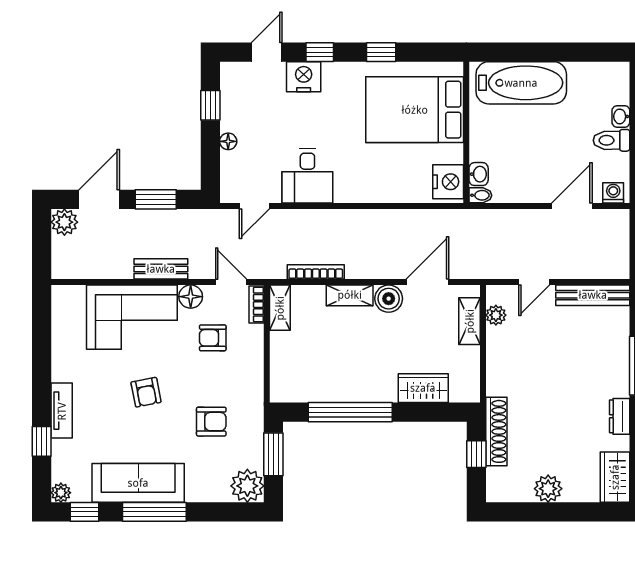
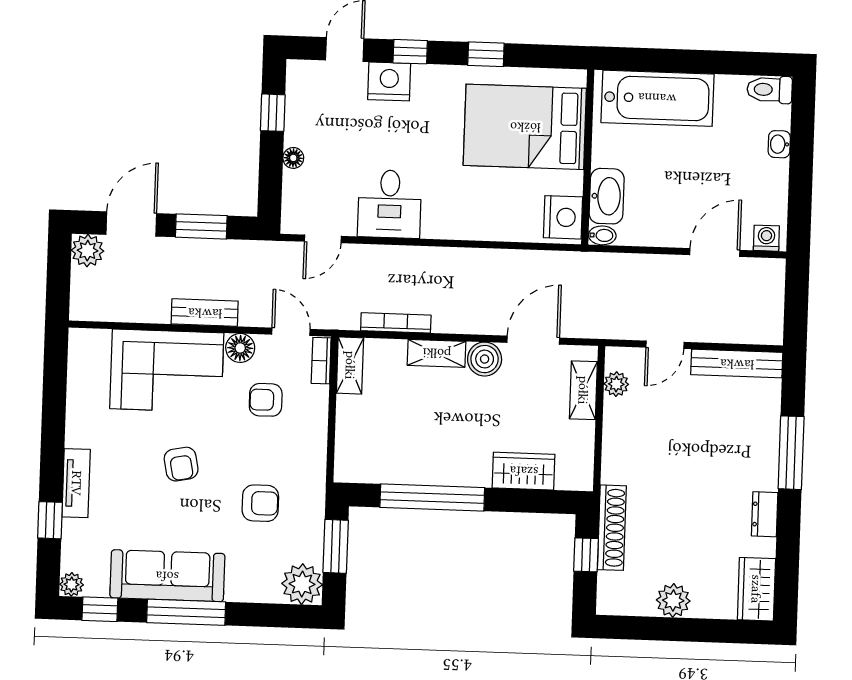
toilet: (612, 140) -> (770, 90), moved
washbasin: (479, 174) -> (607, 196), width x1.91, depth x1.45

